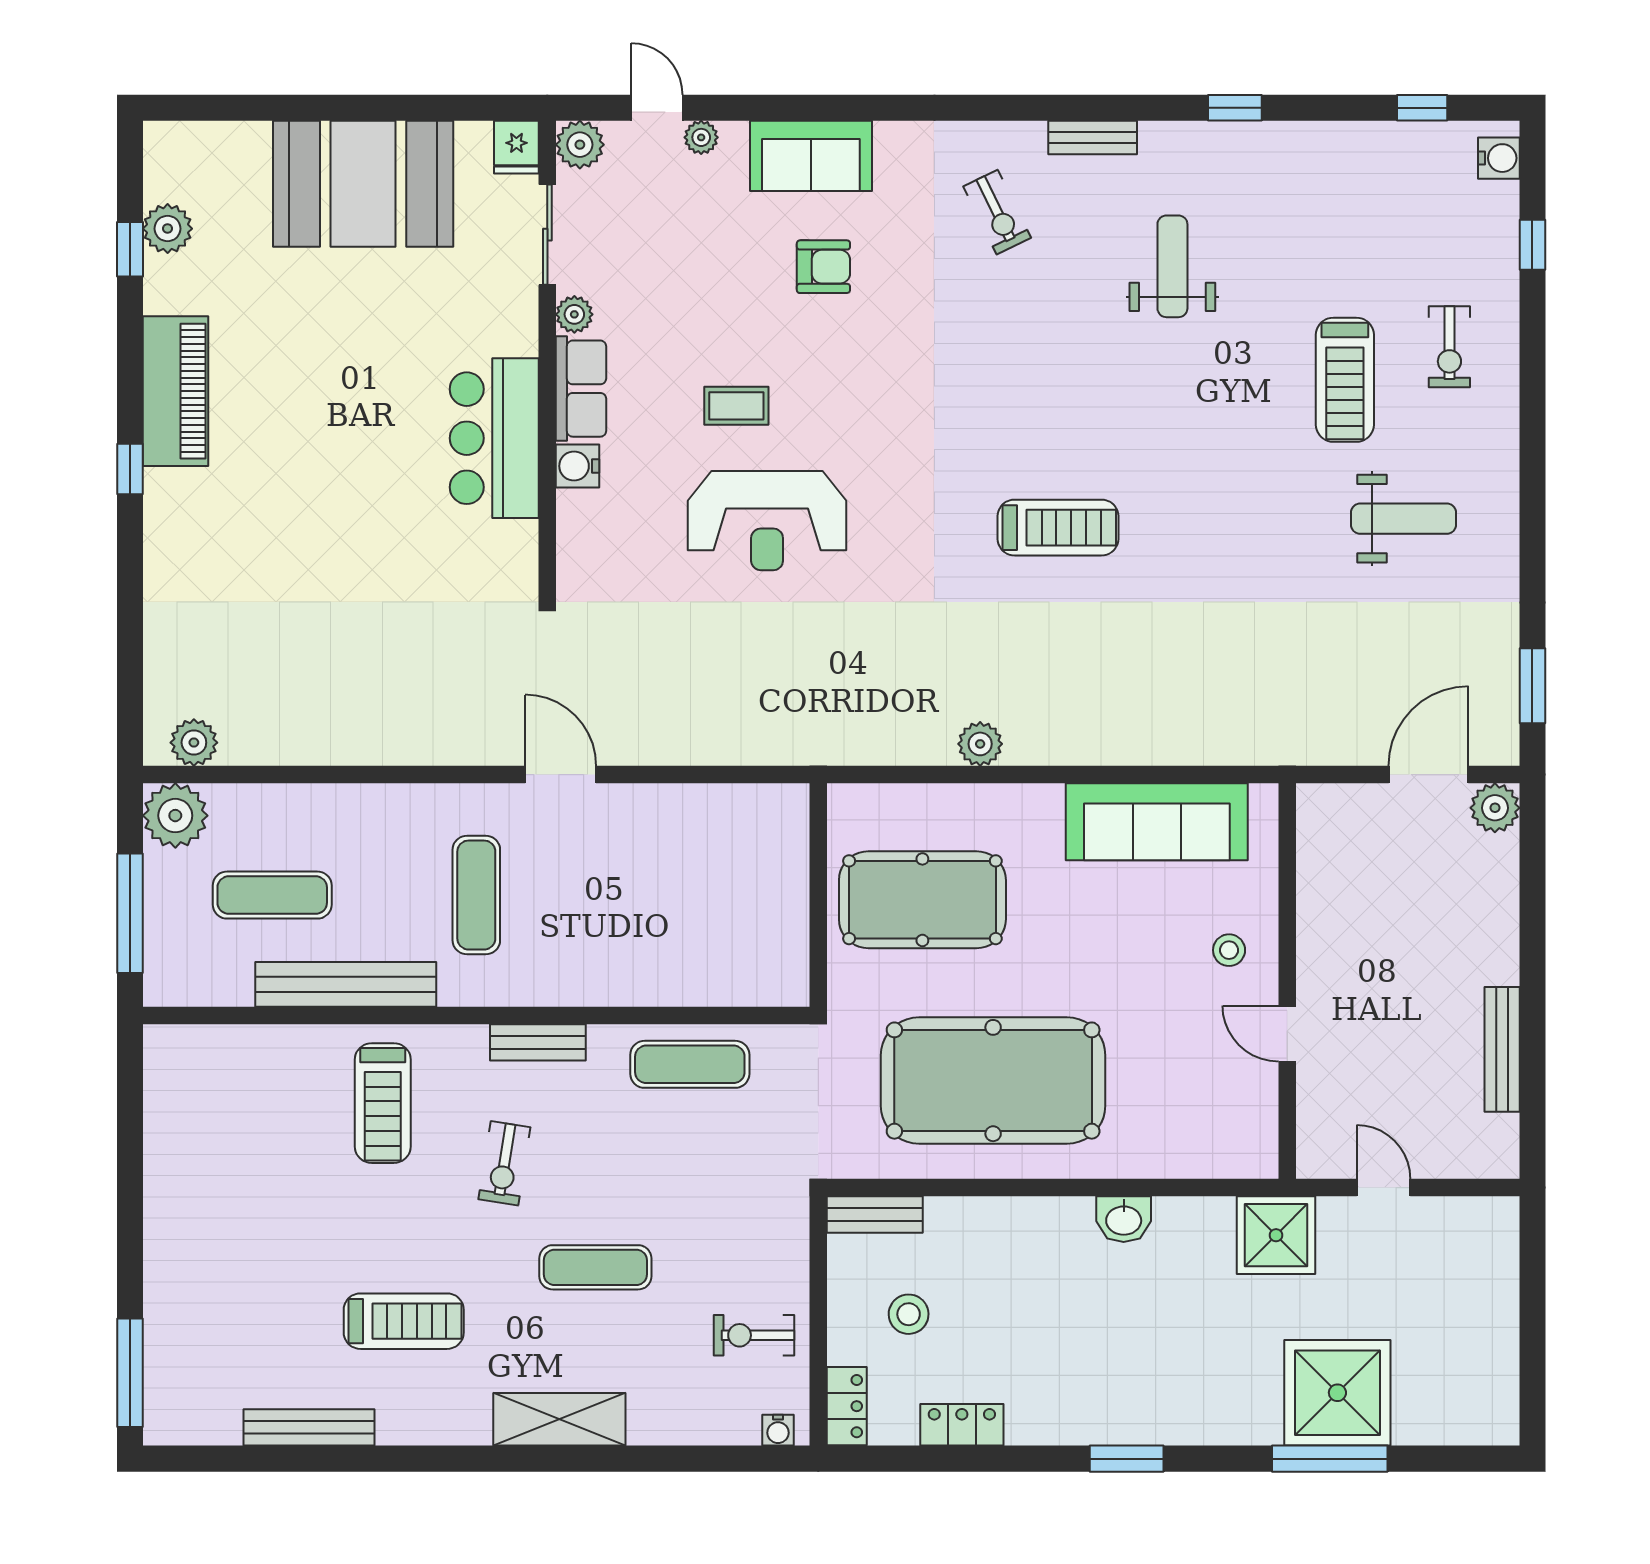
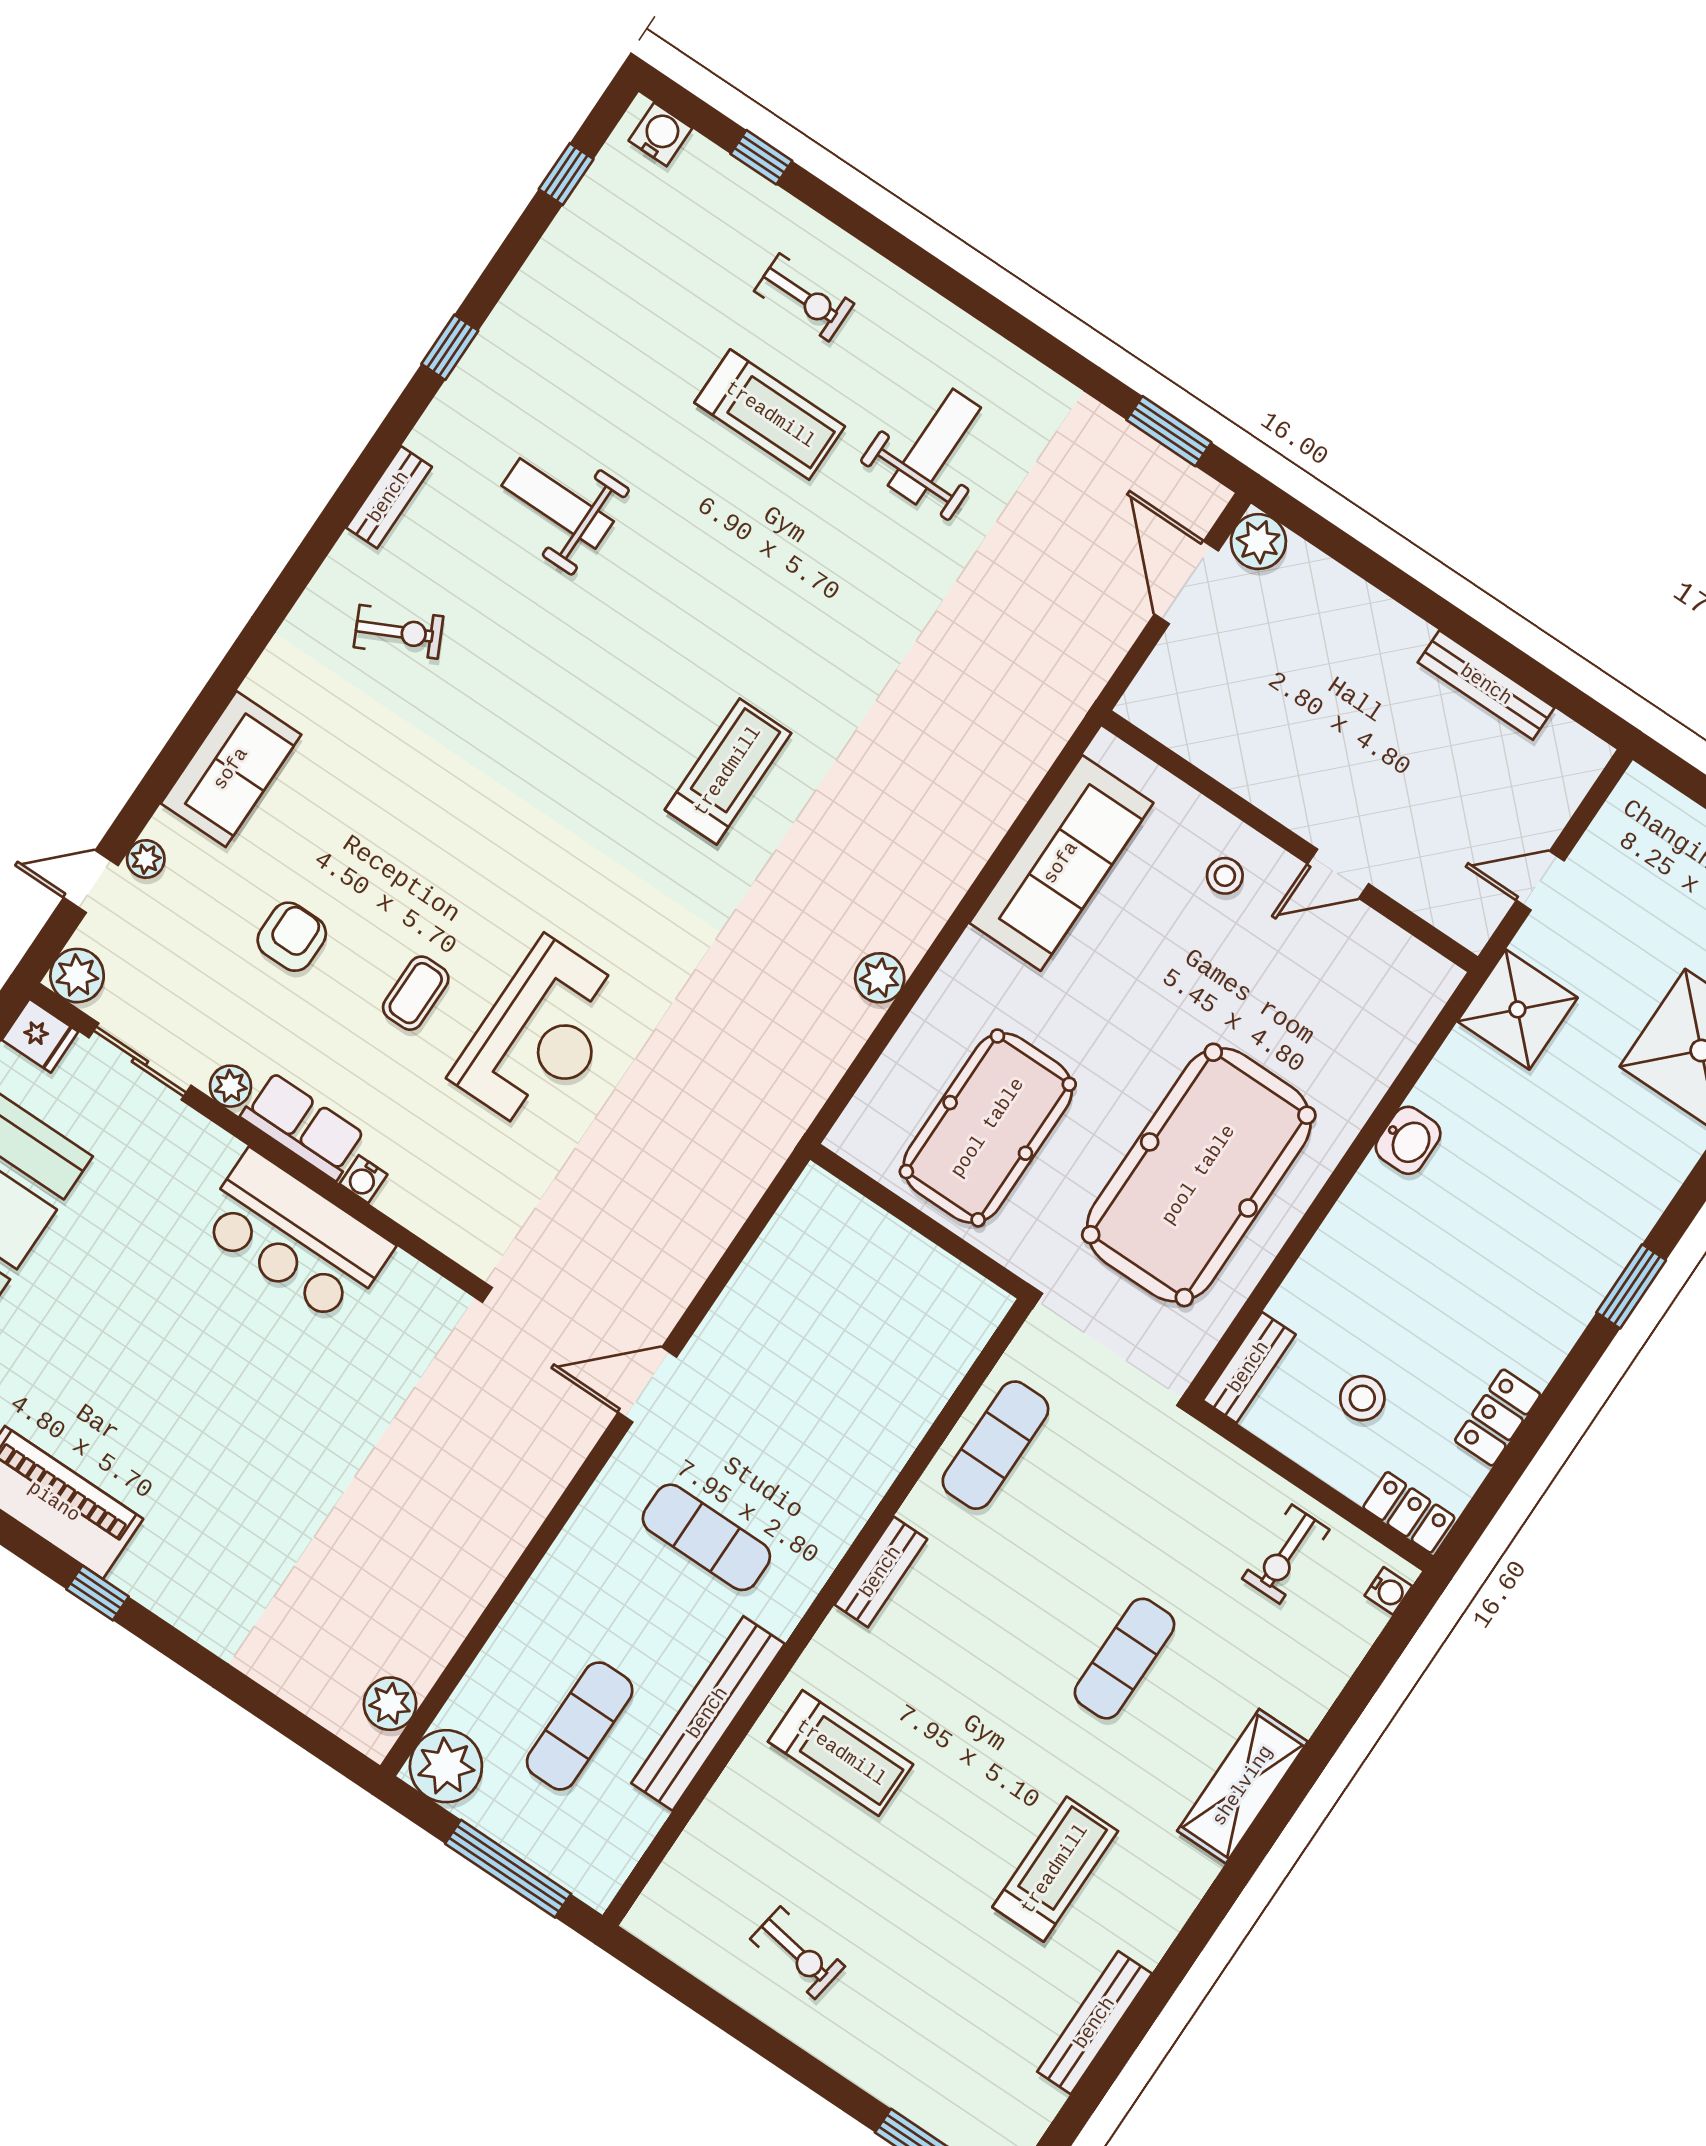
armchair: (823, 267) -> (292, 937), moved
water cooler: (577, 466) -> (363, 1179), width x0.72, depth x0.72
exercise bike: (504, 1163) -> (798, 1953), moved

